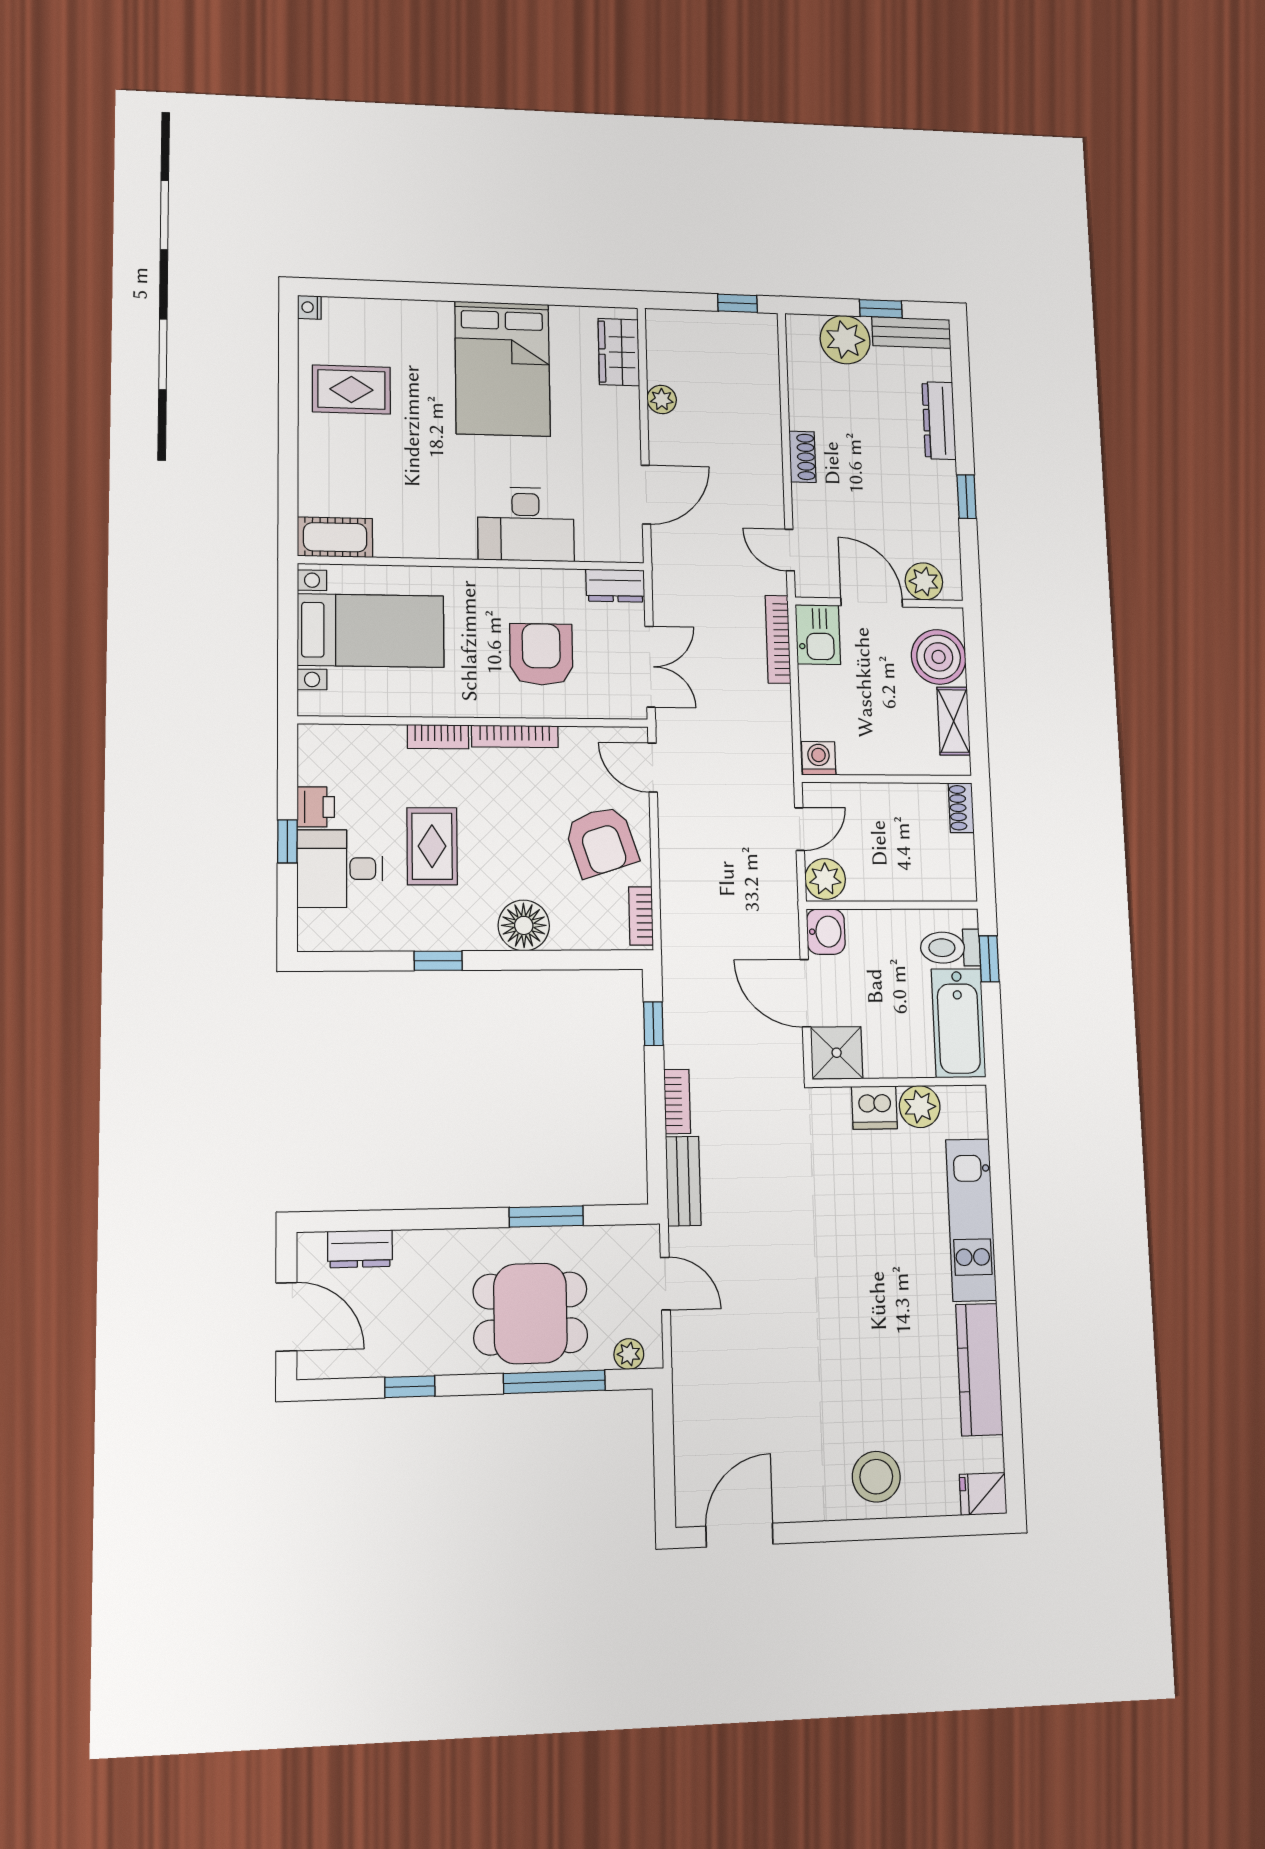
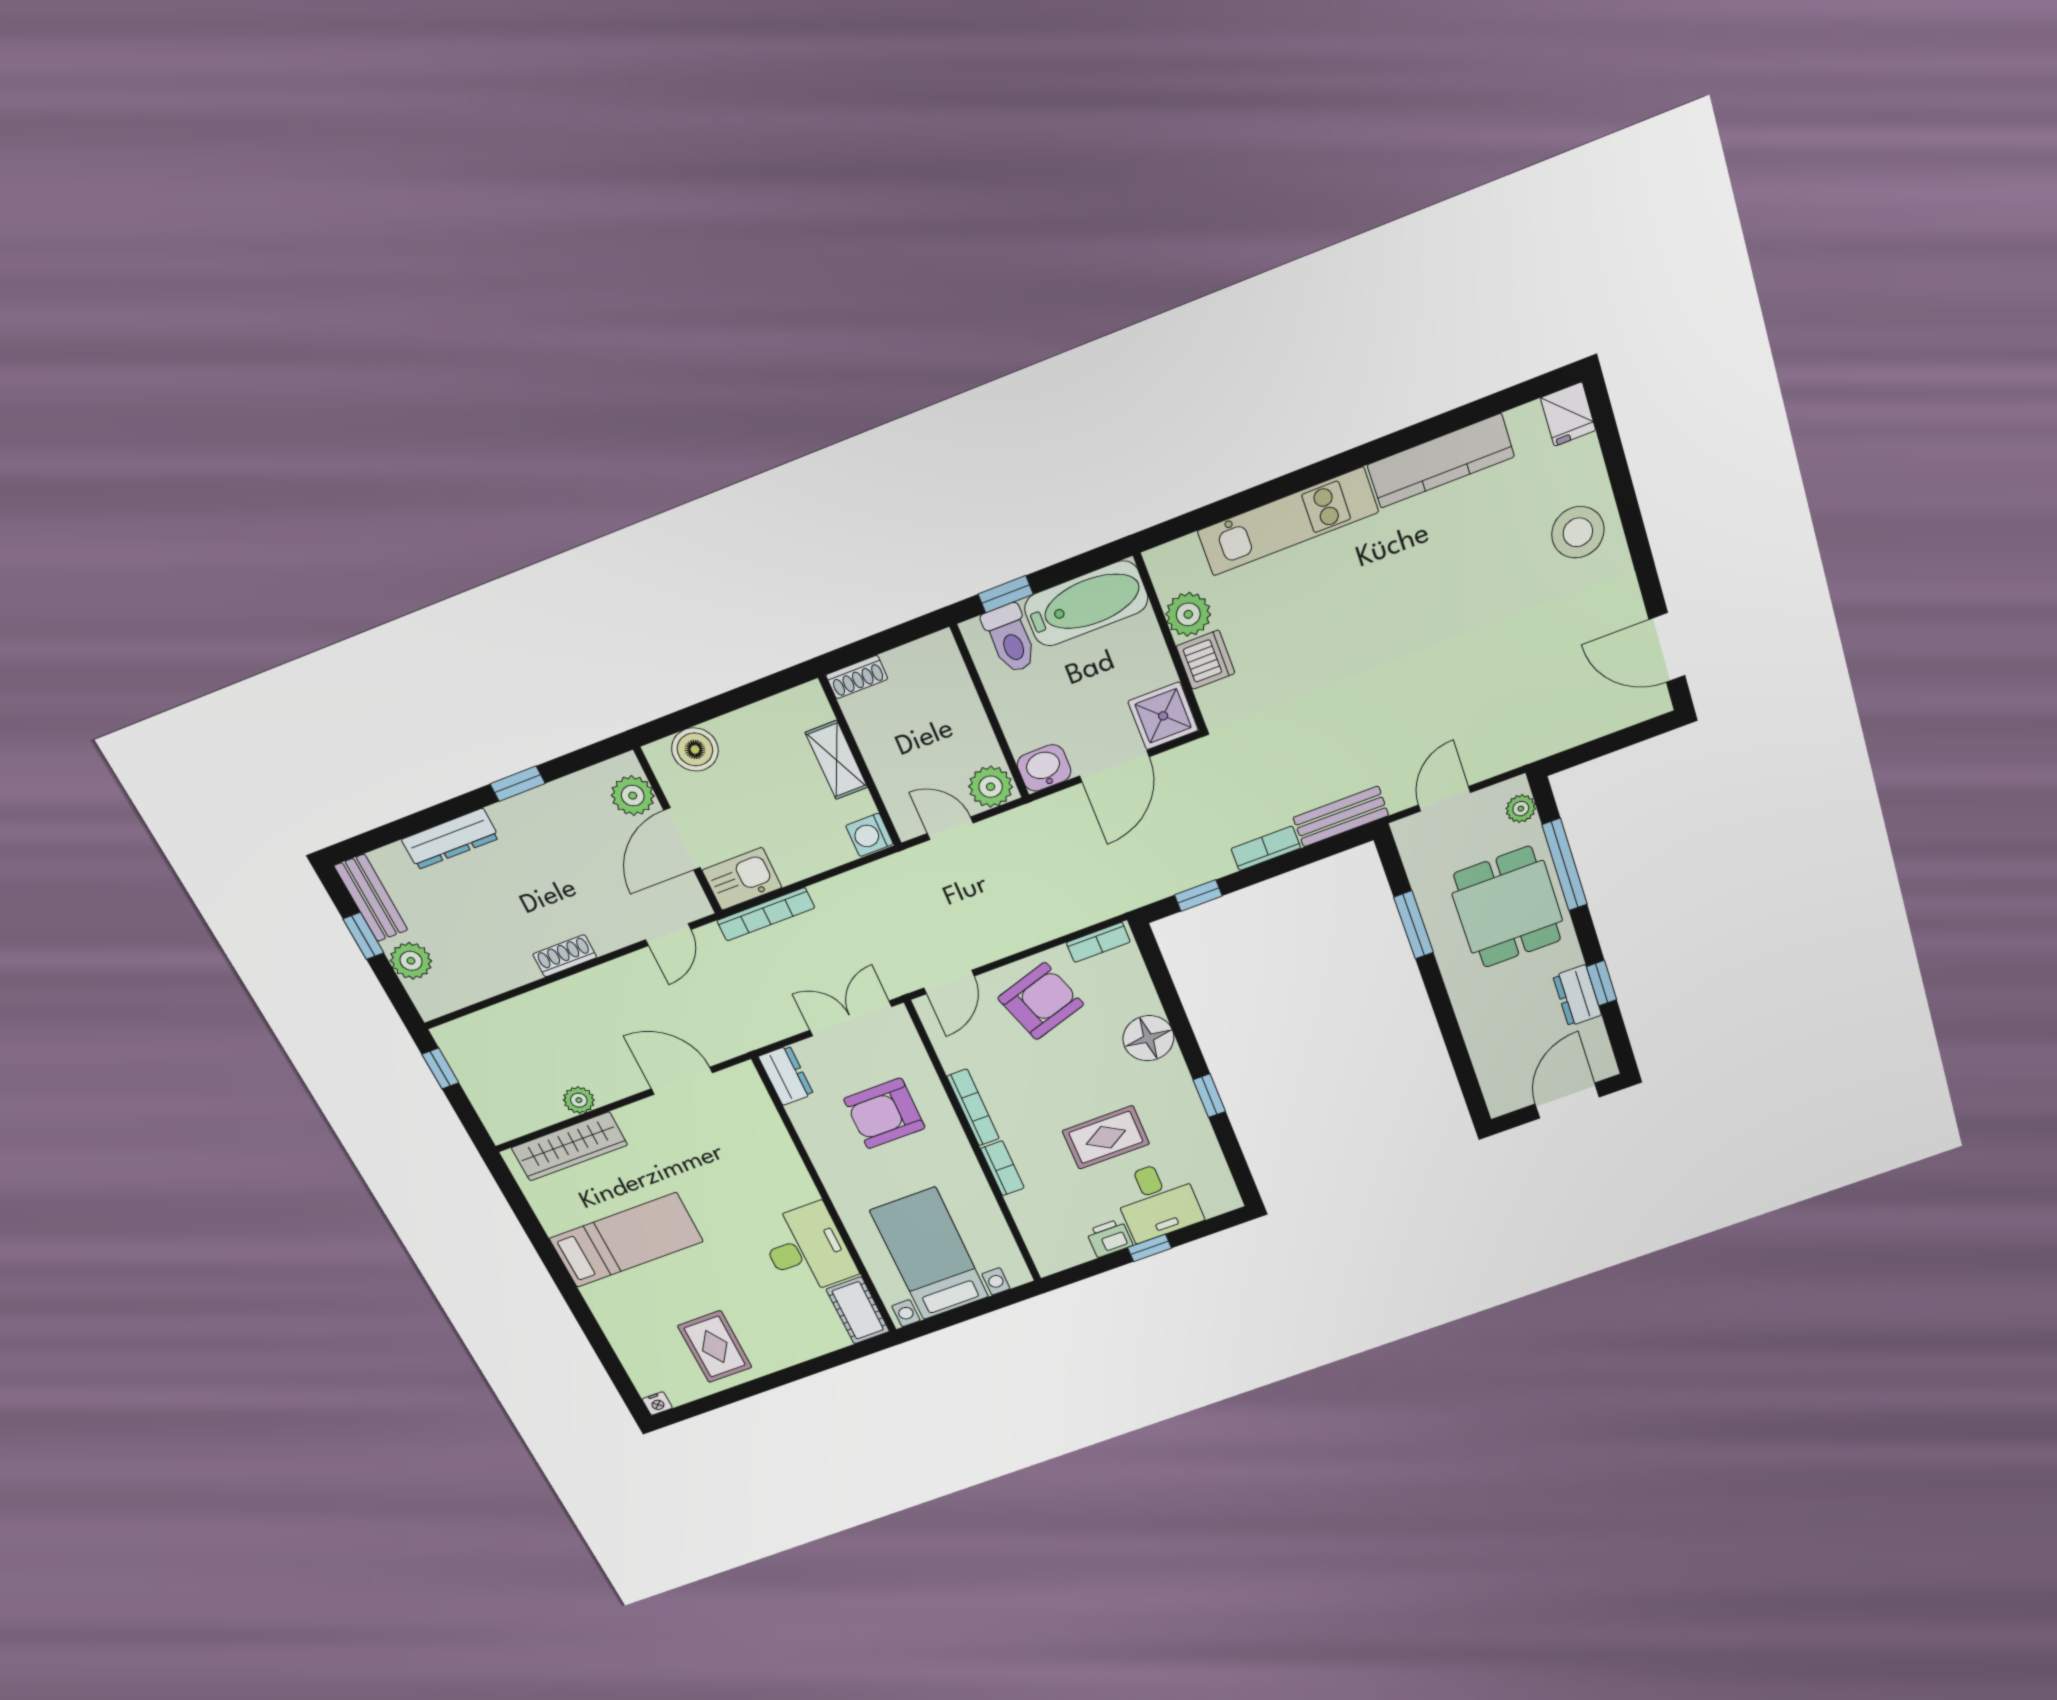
plant: (845, 340) -> (411, 961), width x0.73, depth x0.73
wardrobe: (619, 352) -> (569, 1146), width x1.50
bed: (503, 369) -> (626, 1240), width x0.67
desk: (526, 524) -> (807, 1249), moved
boiler: (939, 657) -> (695, 749), width x0.73, depth x0.73
shelving: (954, 721) -> (836, 760), moved, turned 90
dresser: (360, 1249) -> (1577, 996), moved, turned 180

